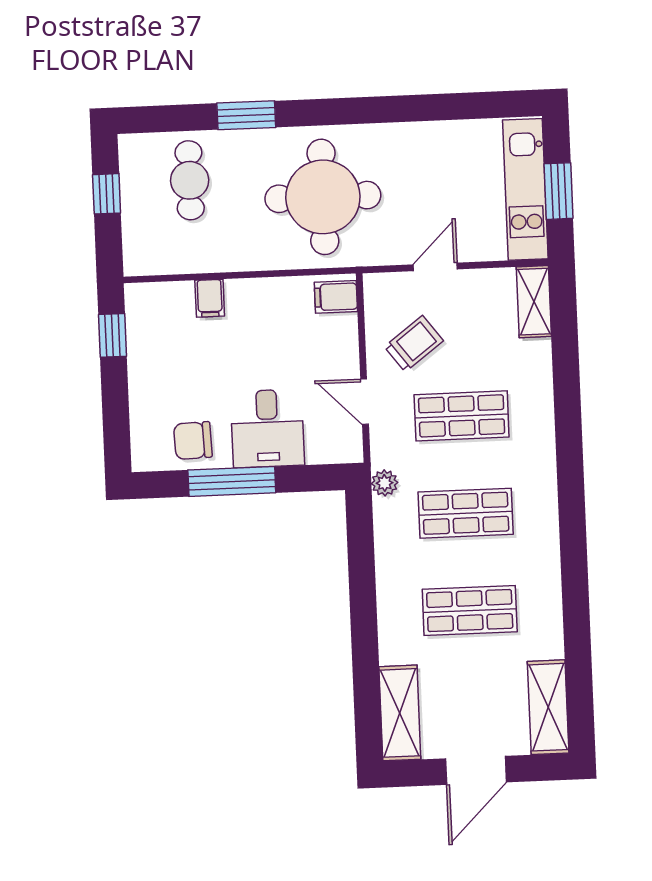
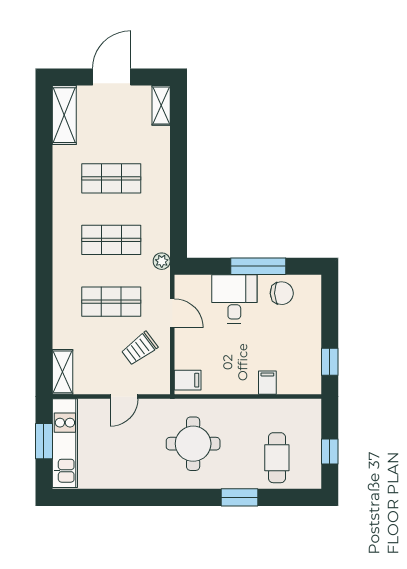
round table: (323, 197) -> (193, 444), width x0.73, depth x0.73
shelving: (400, 713) -> (161, 105), width x0.67, depth x0.75

